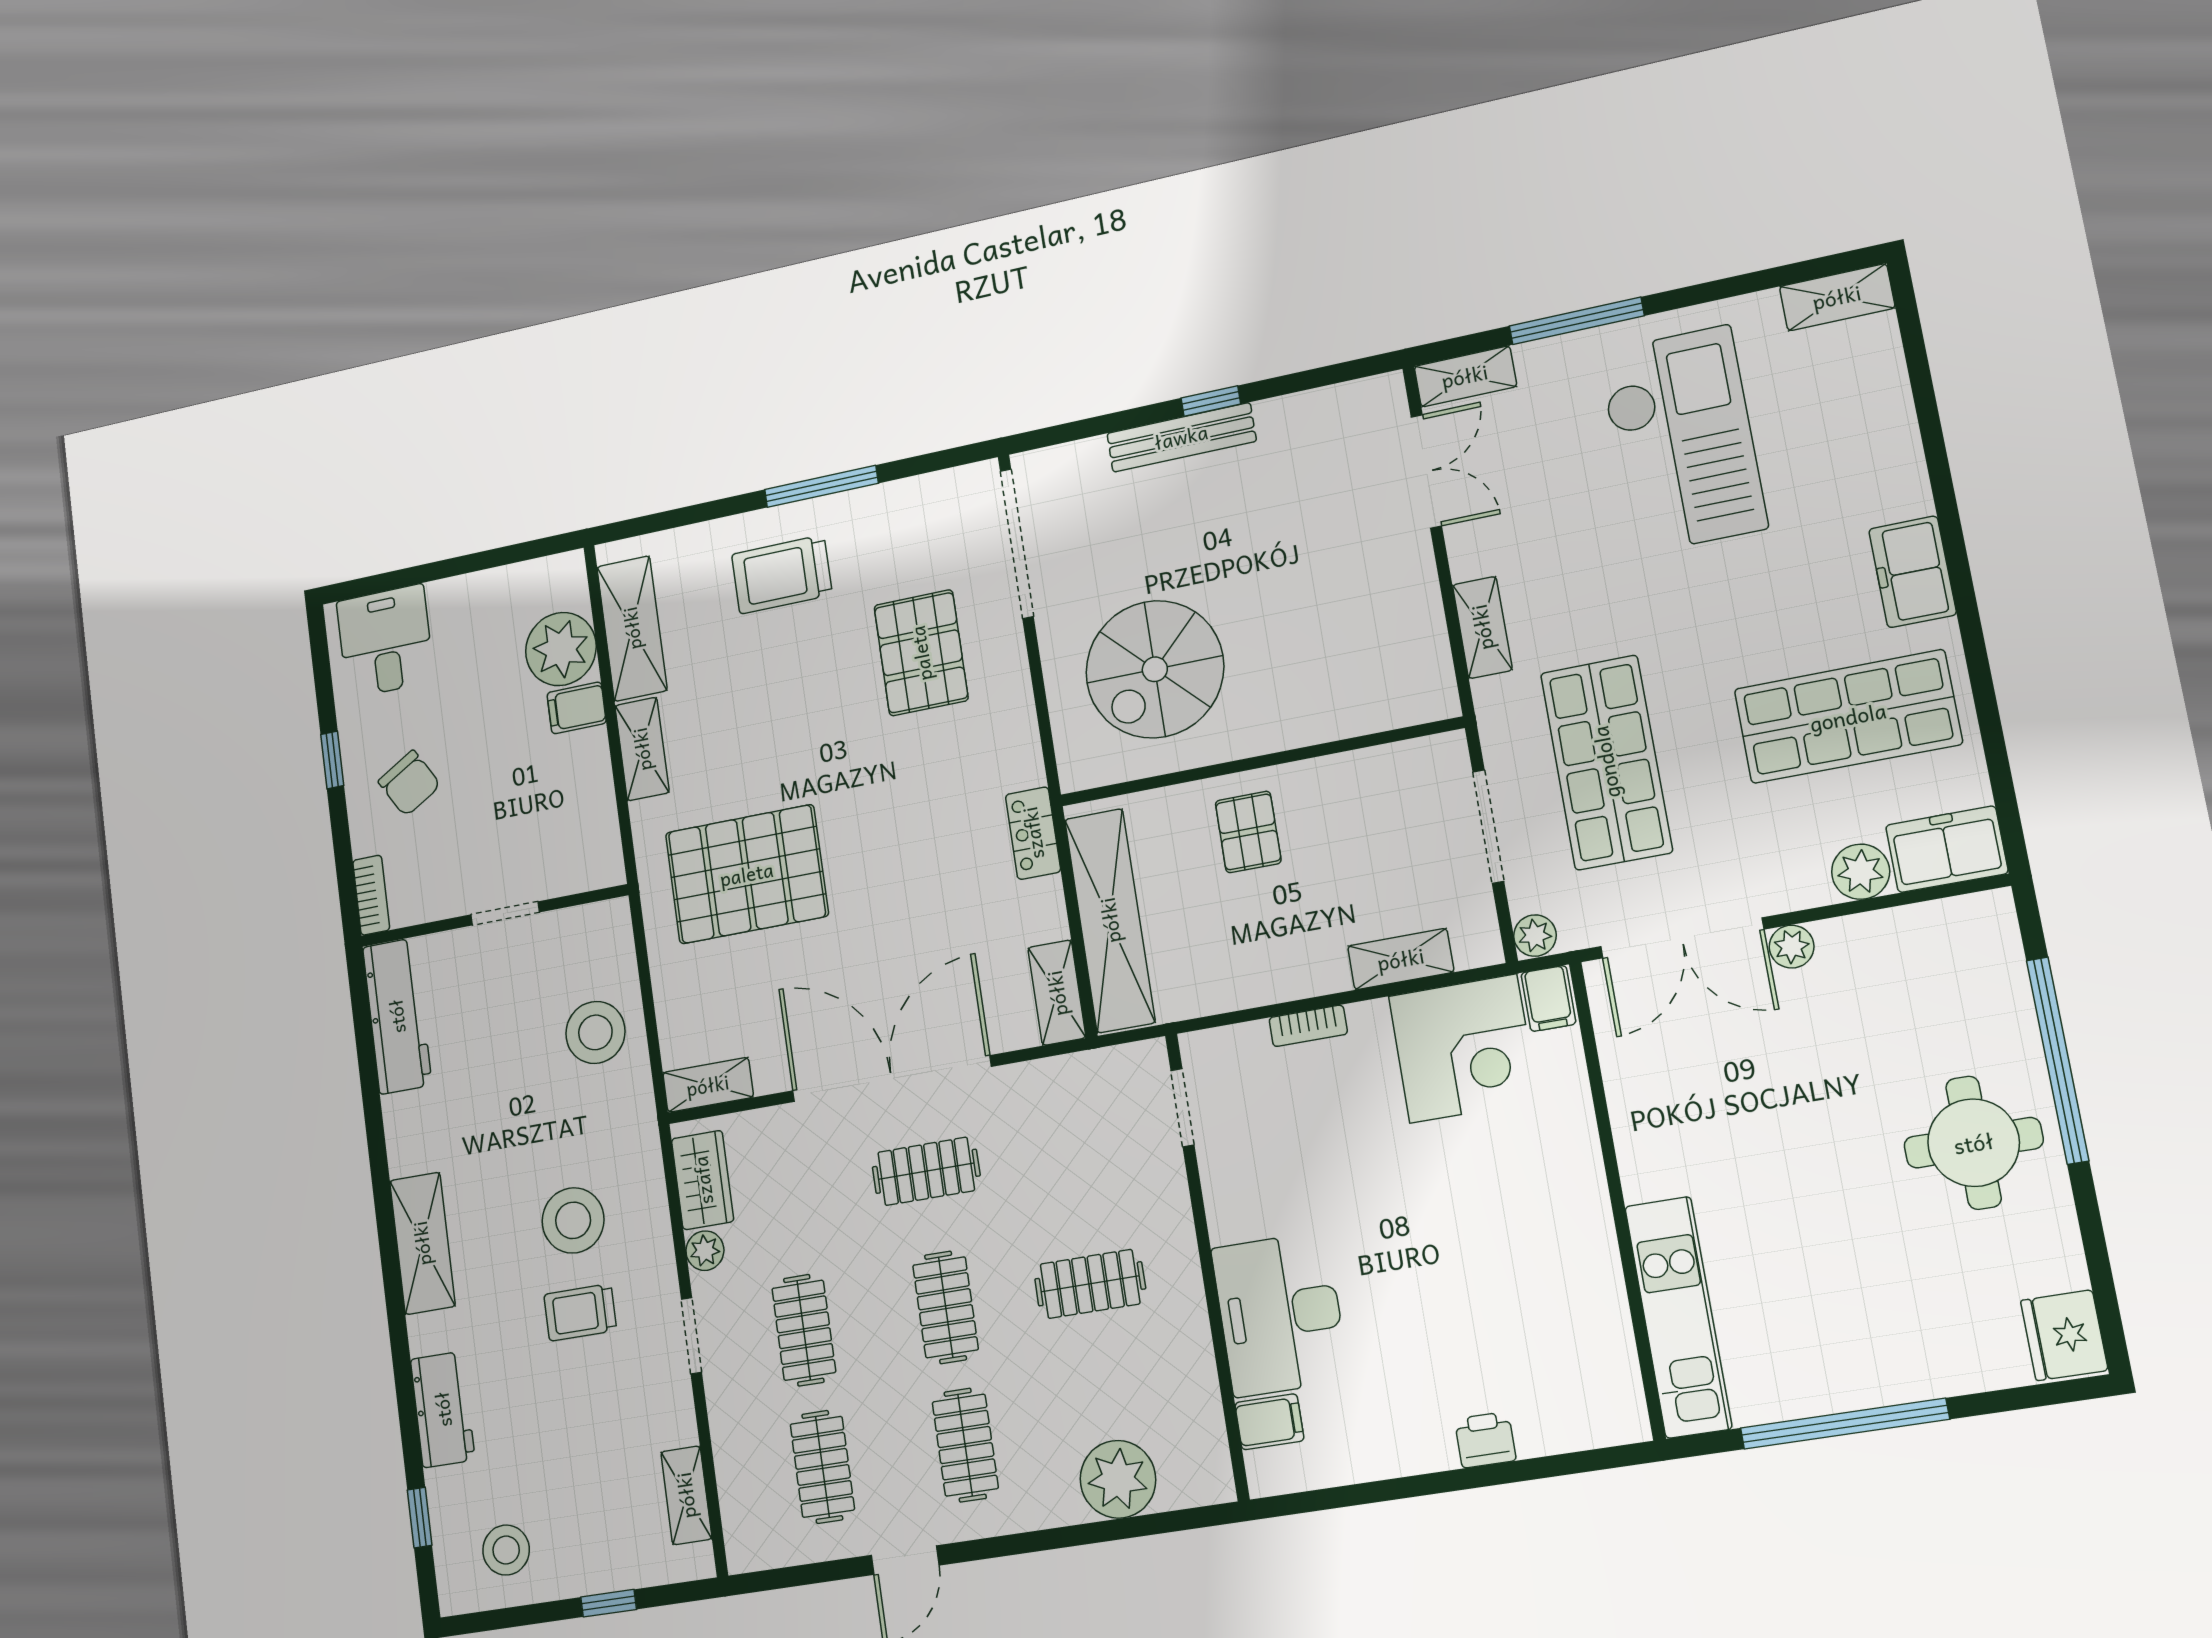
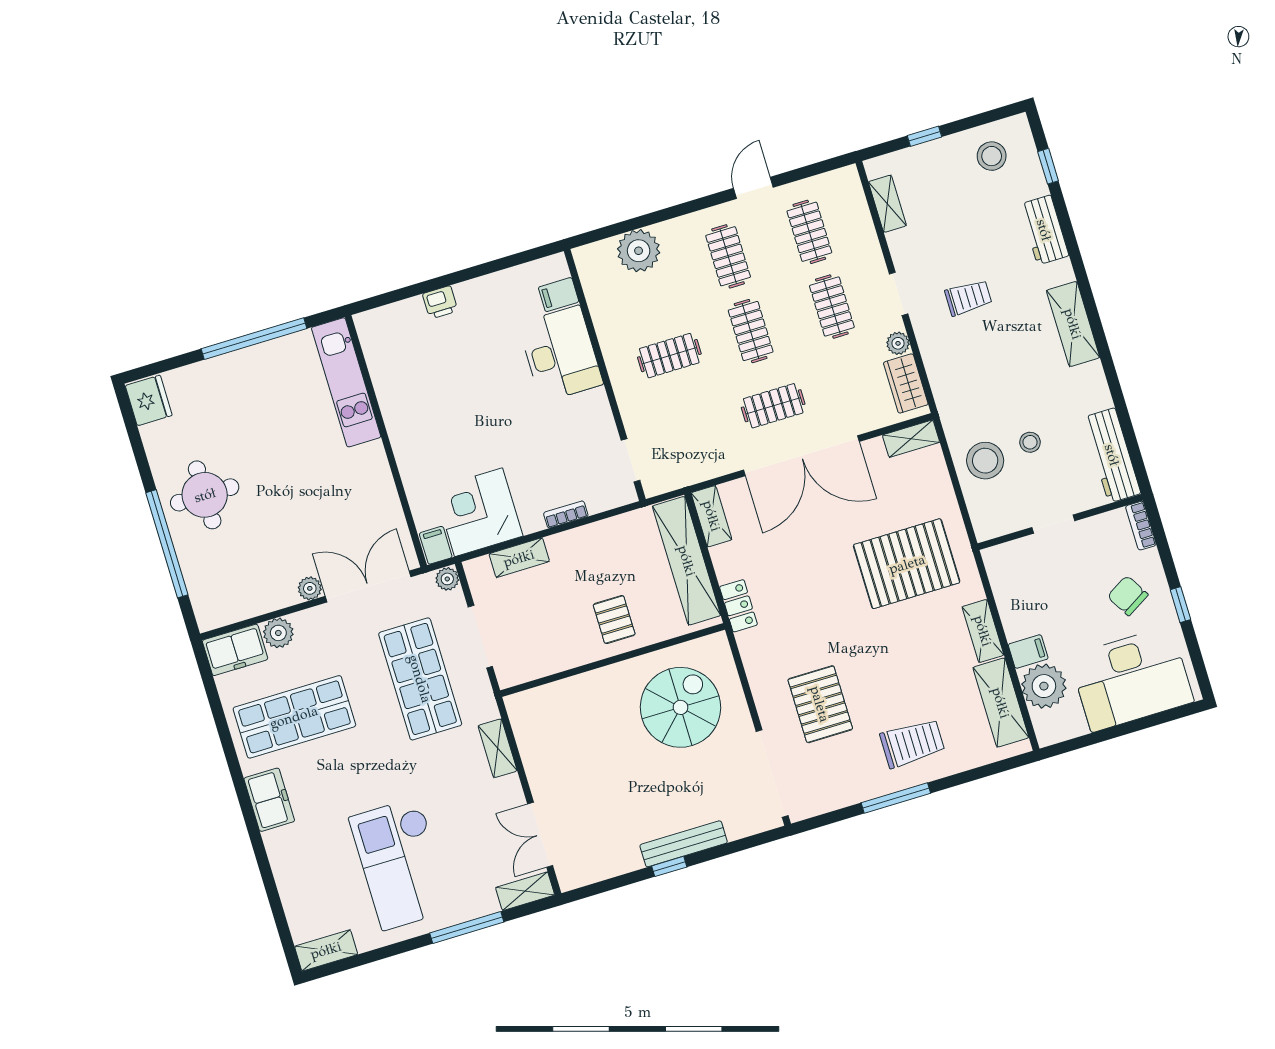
desk: (385, 641) -> (1131, 679), width x1.87, depth x1.30
stool: (573, 1220) -> (1030, 442), moved, width x0.53, depth x0.53

